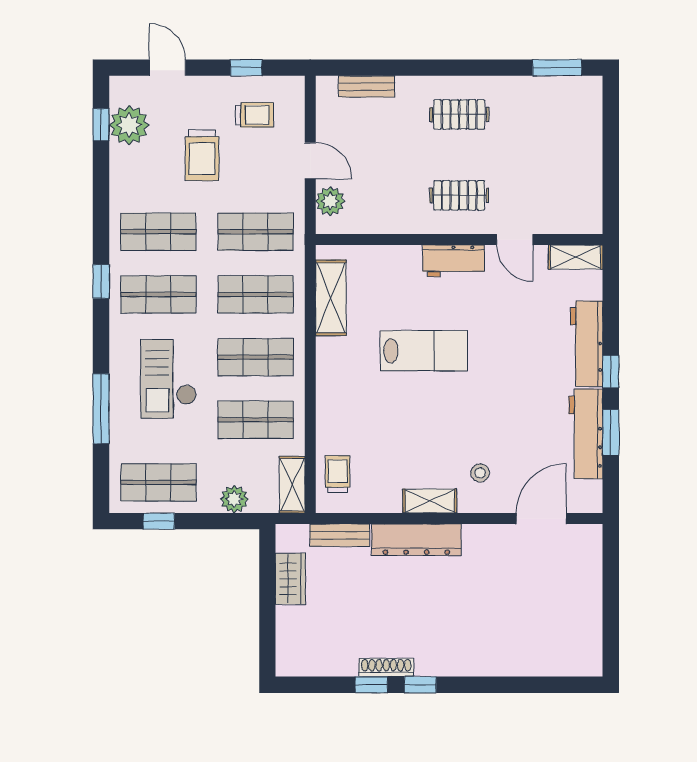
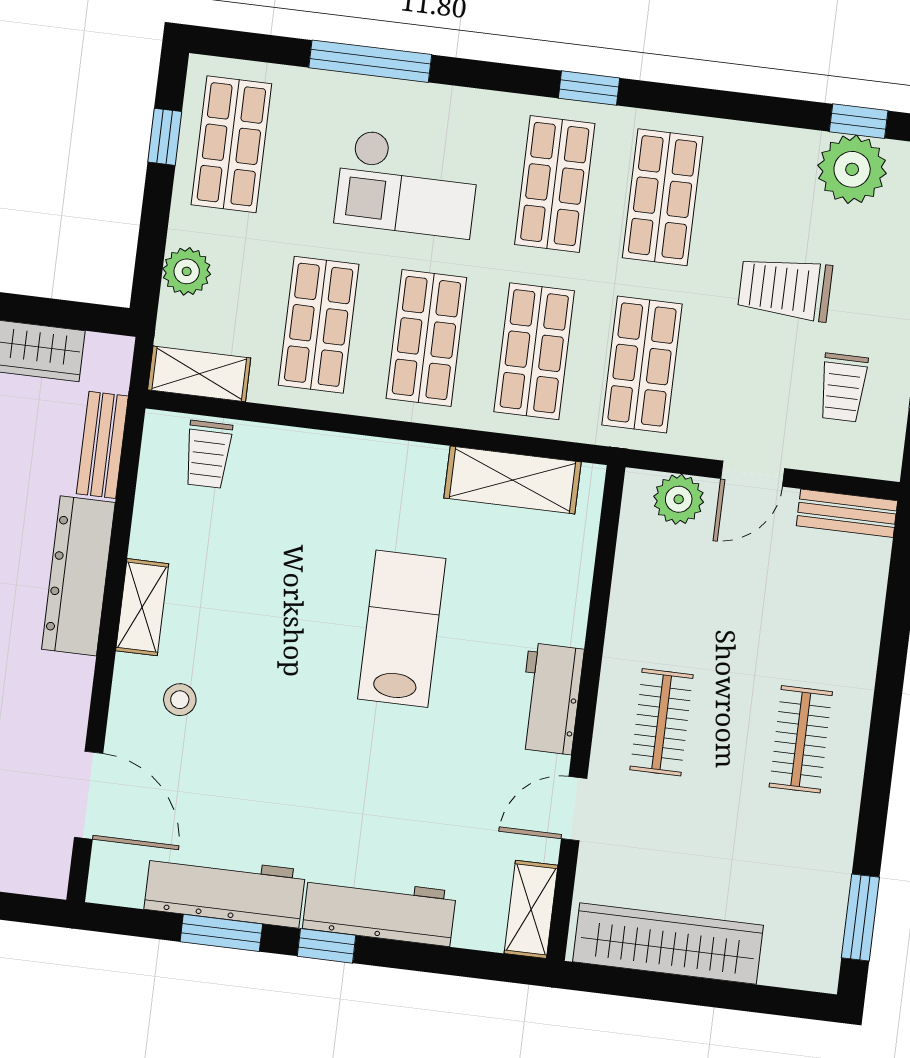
bench: (367, 86) -> (847, 513), moved, turned 90
wardrobe: (585, 176) -> (668, 944), added
lab bench: (424, 351) -> (402, 629), turned 180
checkout: (169, 379) -> (407, 184), turned 180
trolley: (338, 474) -> (208, 454), turned 90

